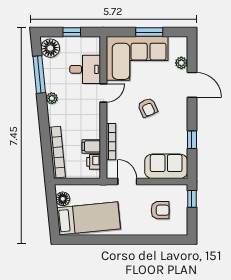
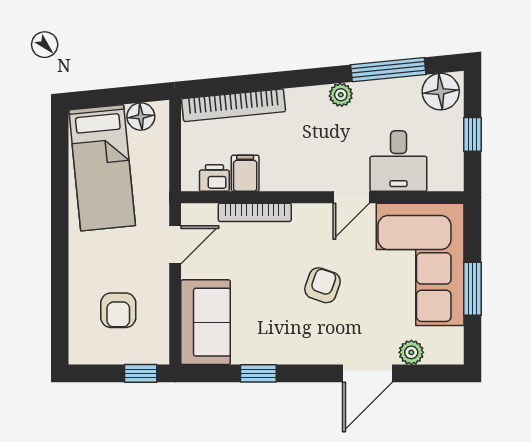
door: (103, 93) -> (351, 197), hinge flipped
armchair: (148, 108) -> (322, 285), turned 133

